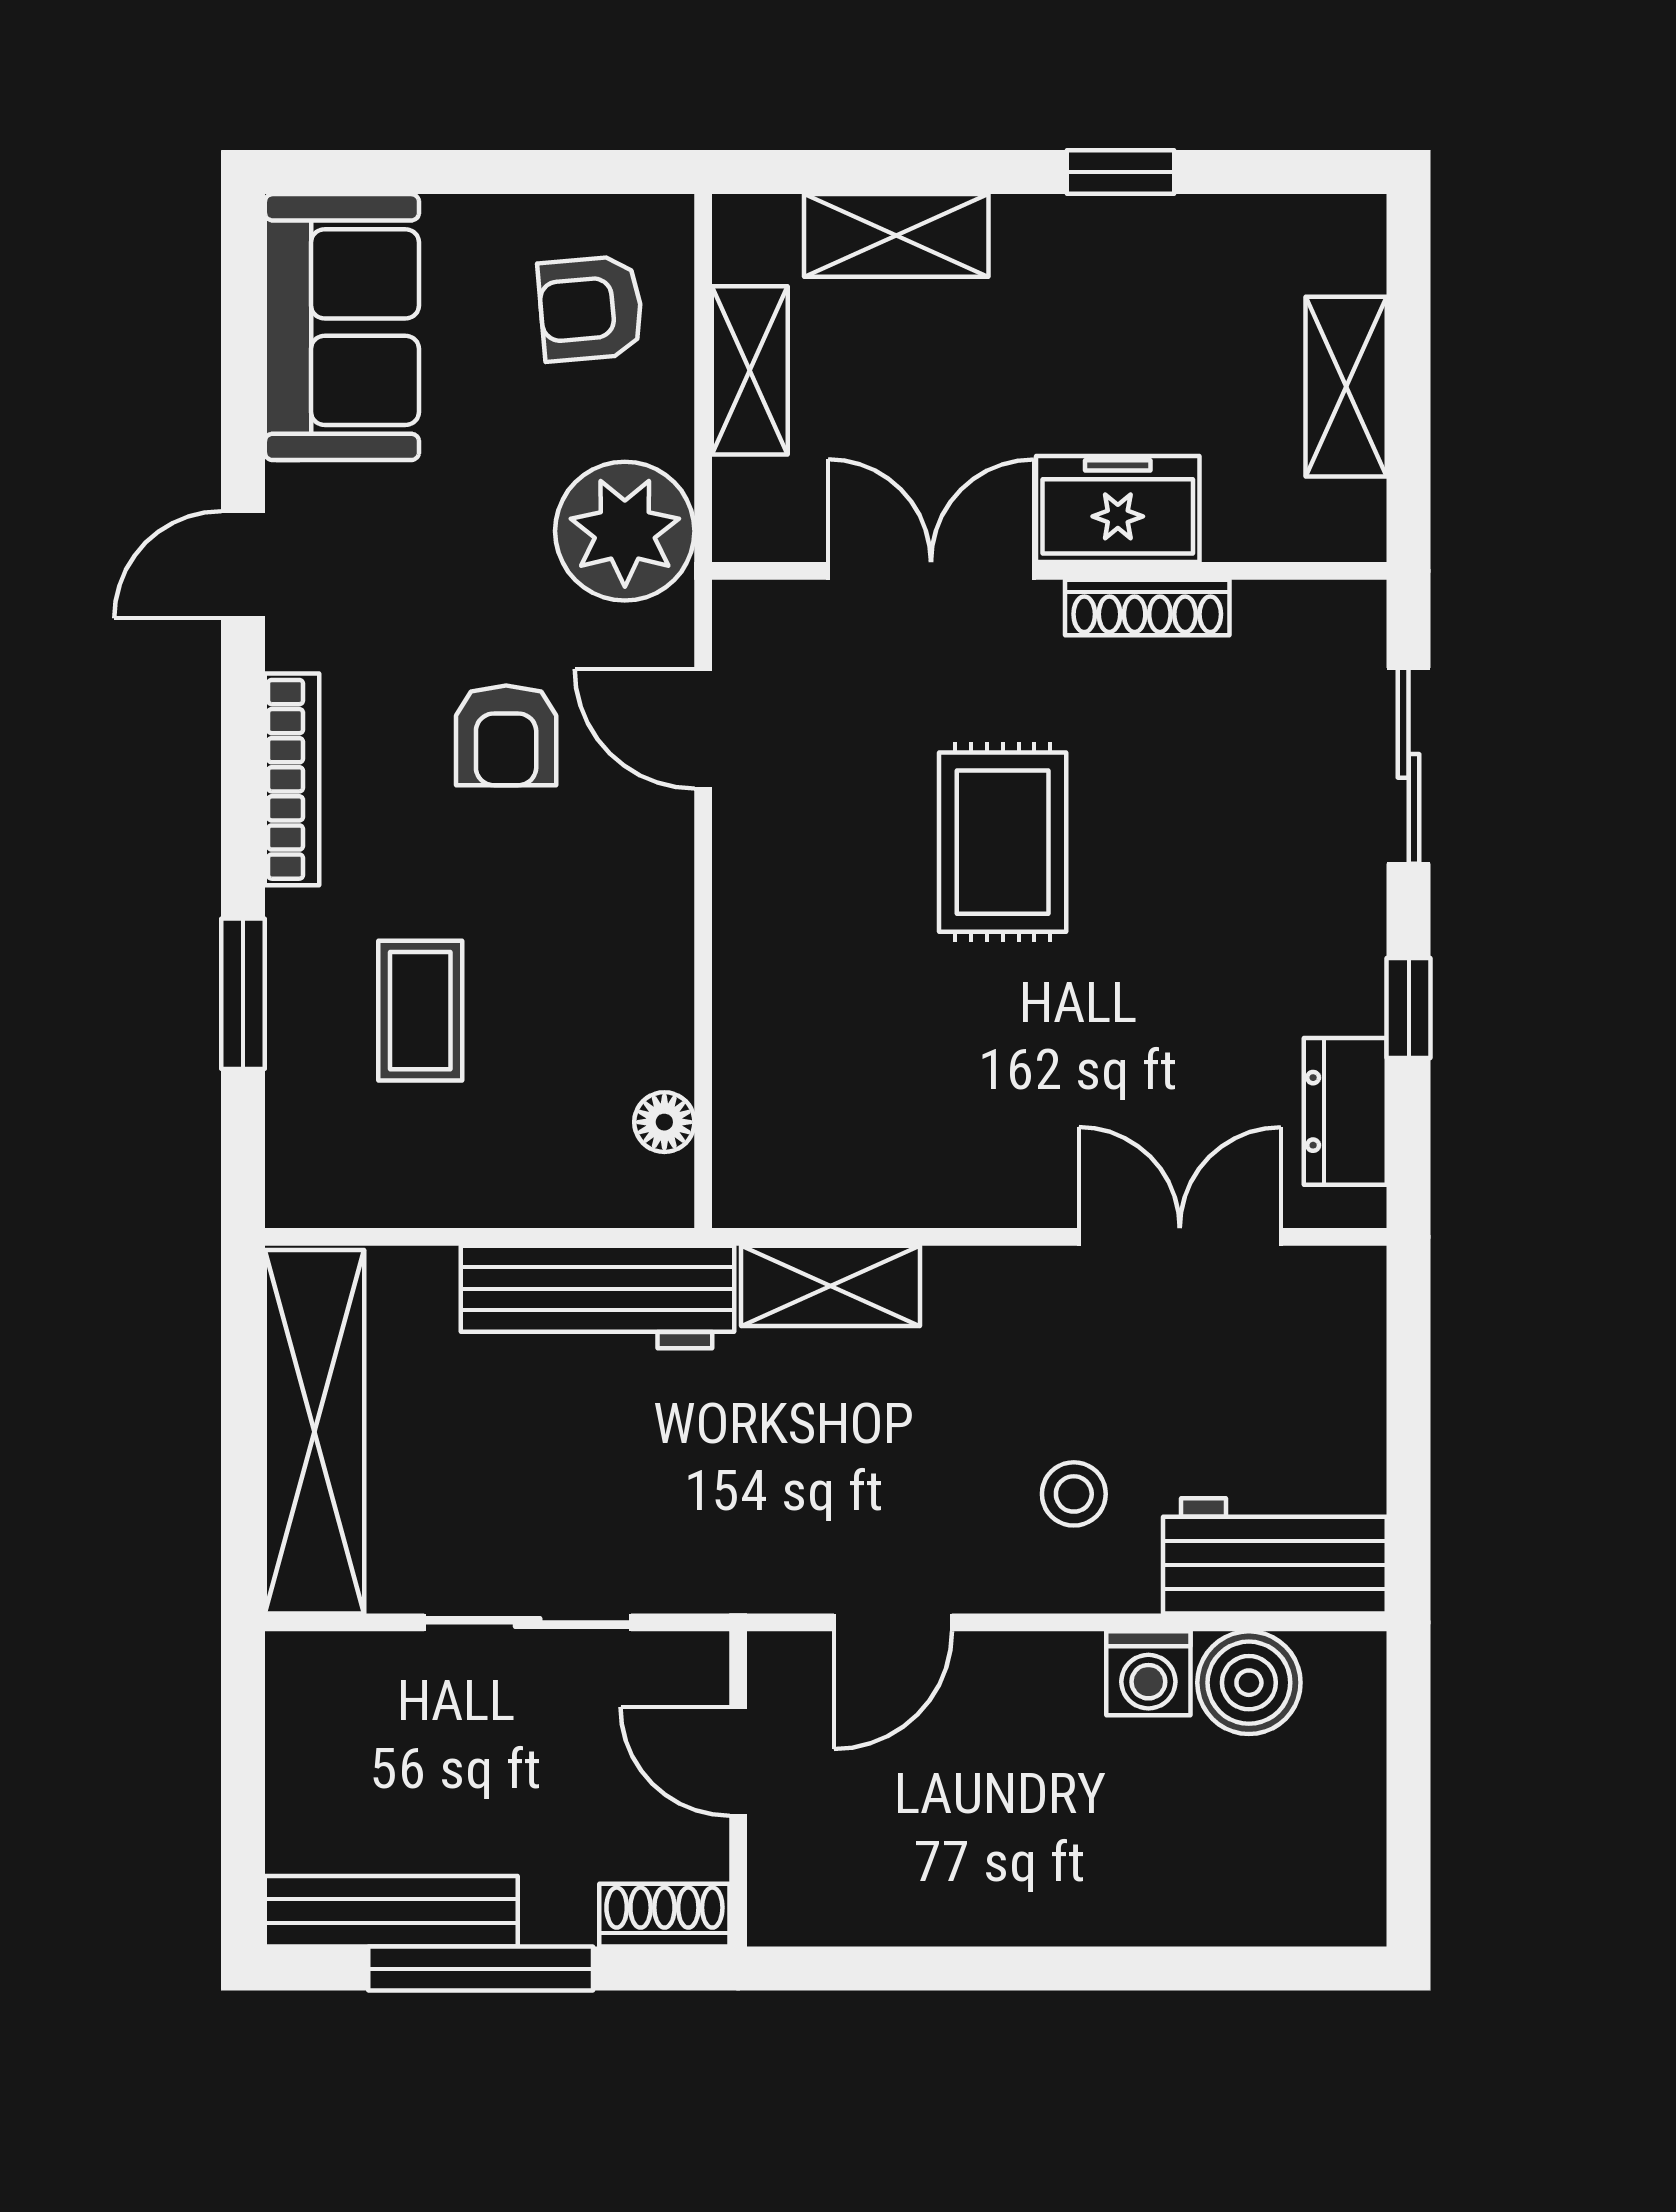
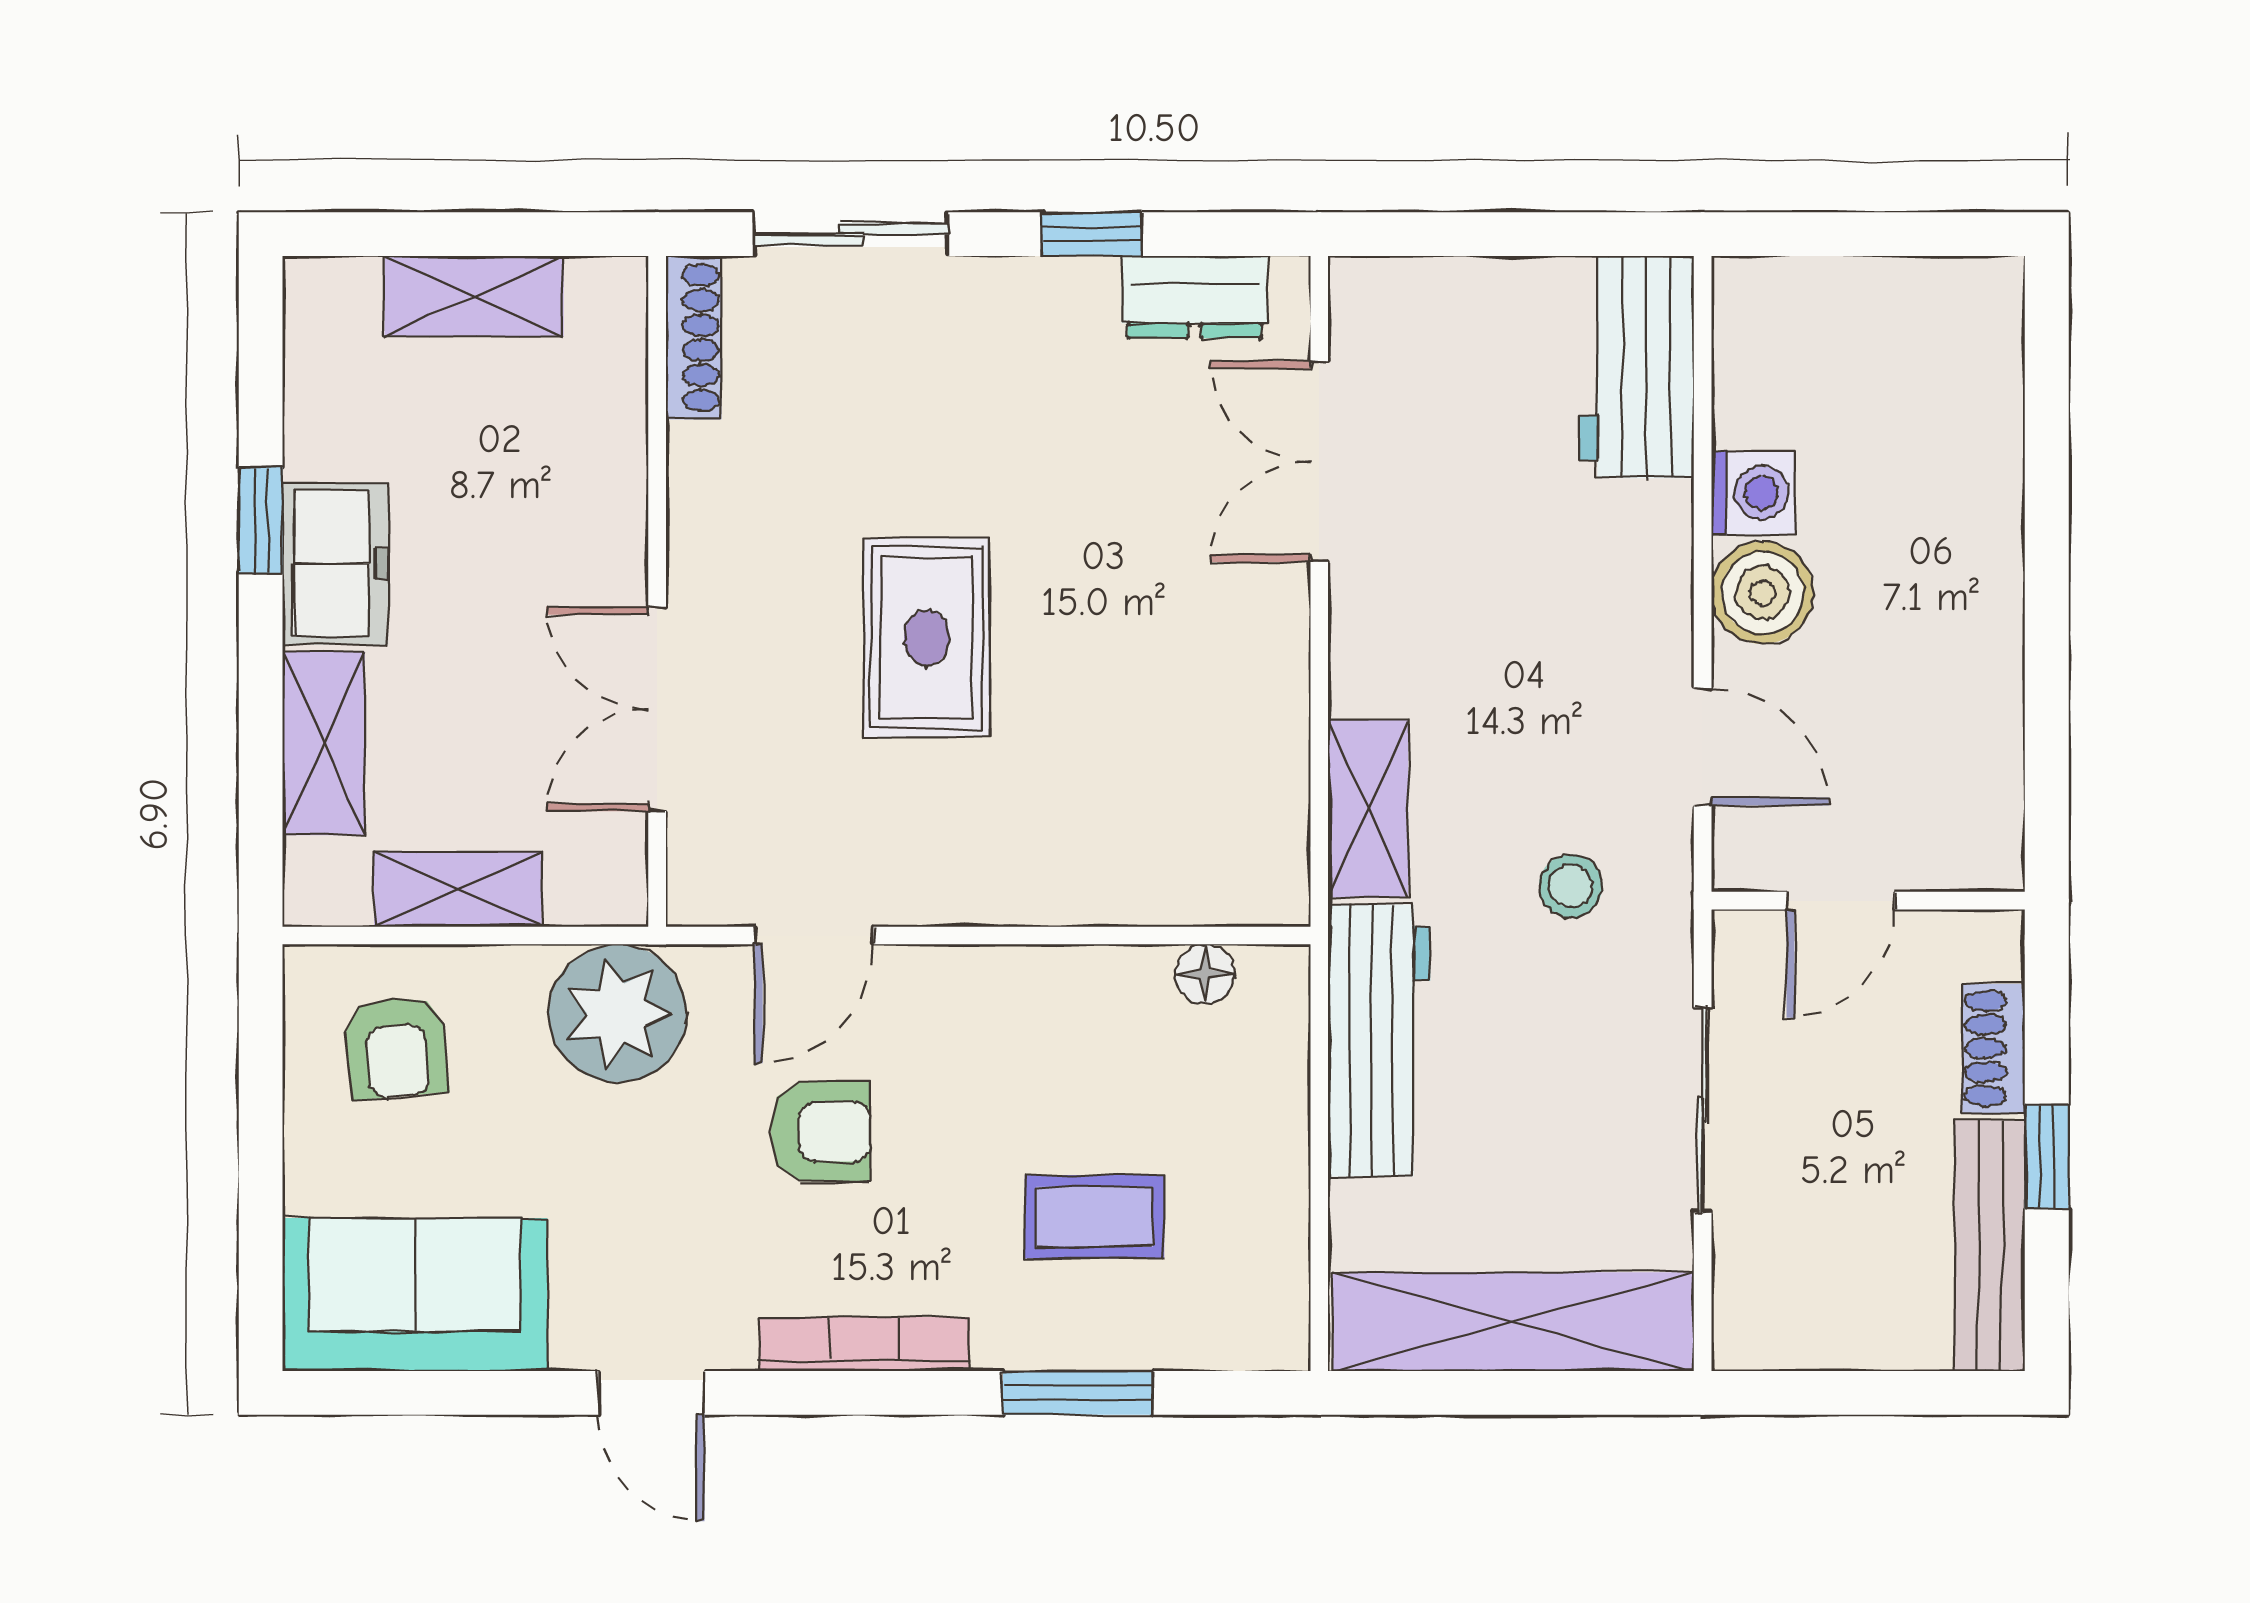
freezer: (1118, 509) -> (335, 564), moved, turned 180
shoe rack: (1147, 608) -> (694, 338), moved
rug: (1003, 842) -> (927, 638), turned 90
stool: (1074, 1494) -> (1571, 886), moved
boiler: (1249, 1683) -> (1763, 593), moved
shoe rack: (664, 1915) -> (1994, 1048), moved
window: (481, 1969) -> (2047, 1157), width x0.46

